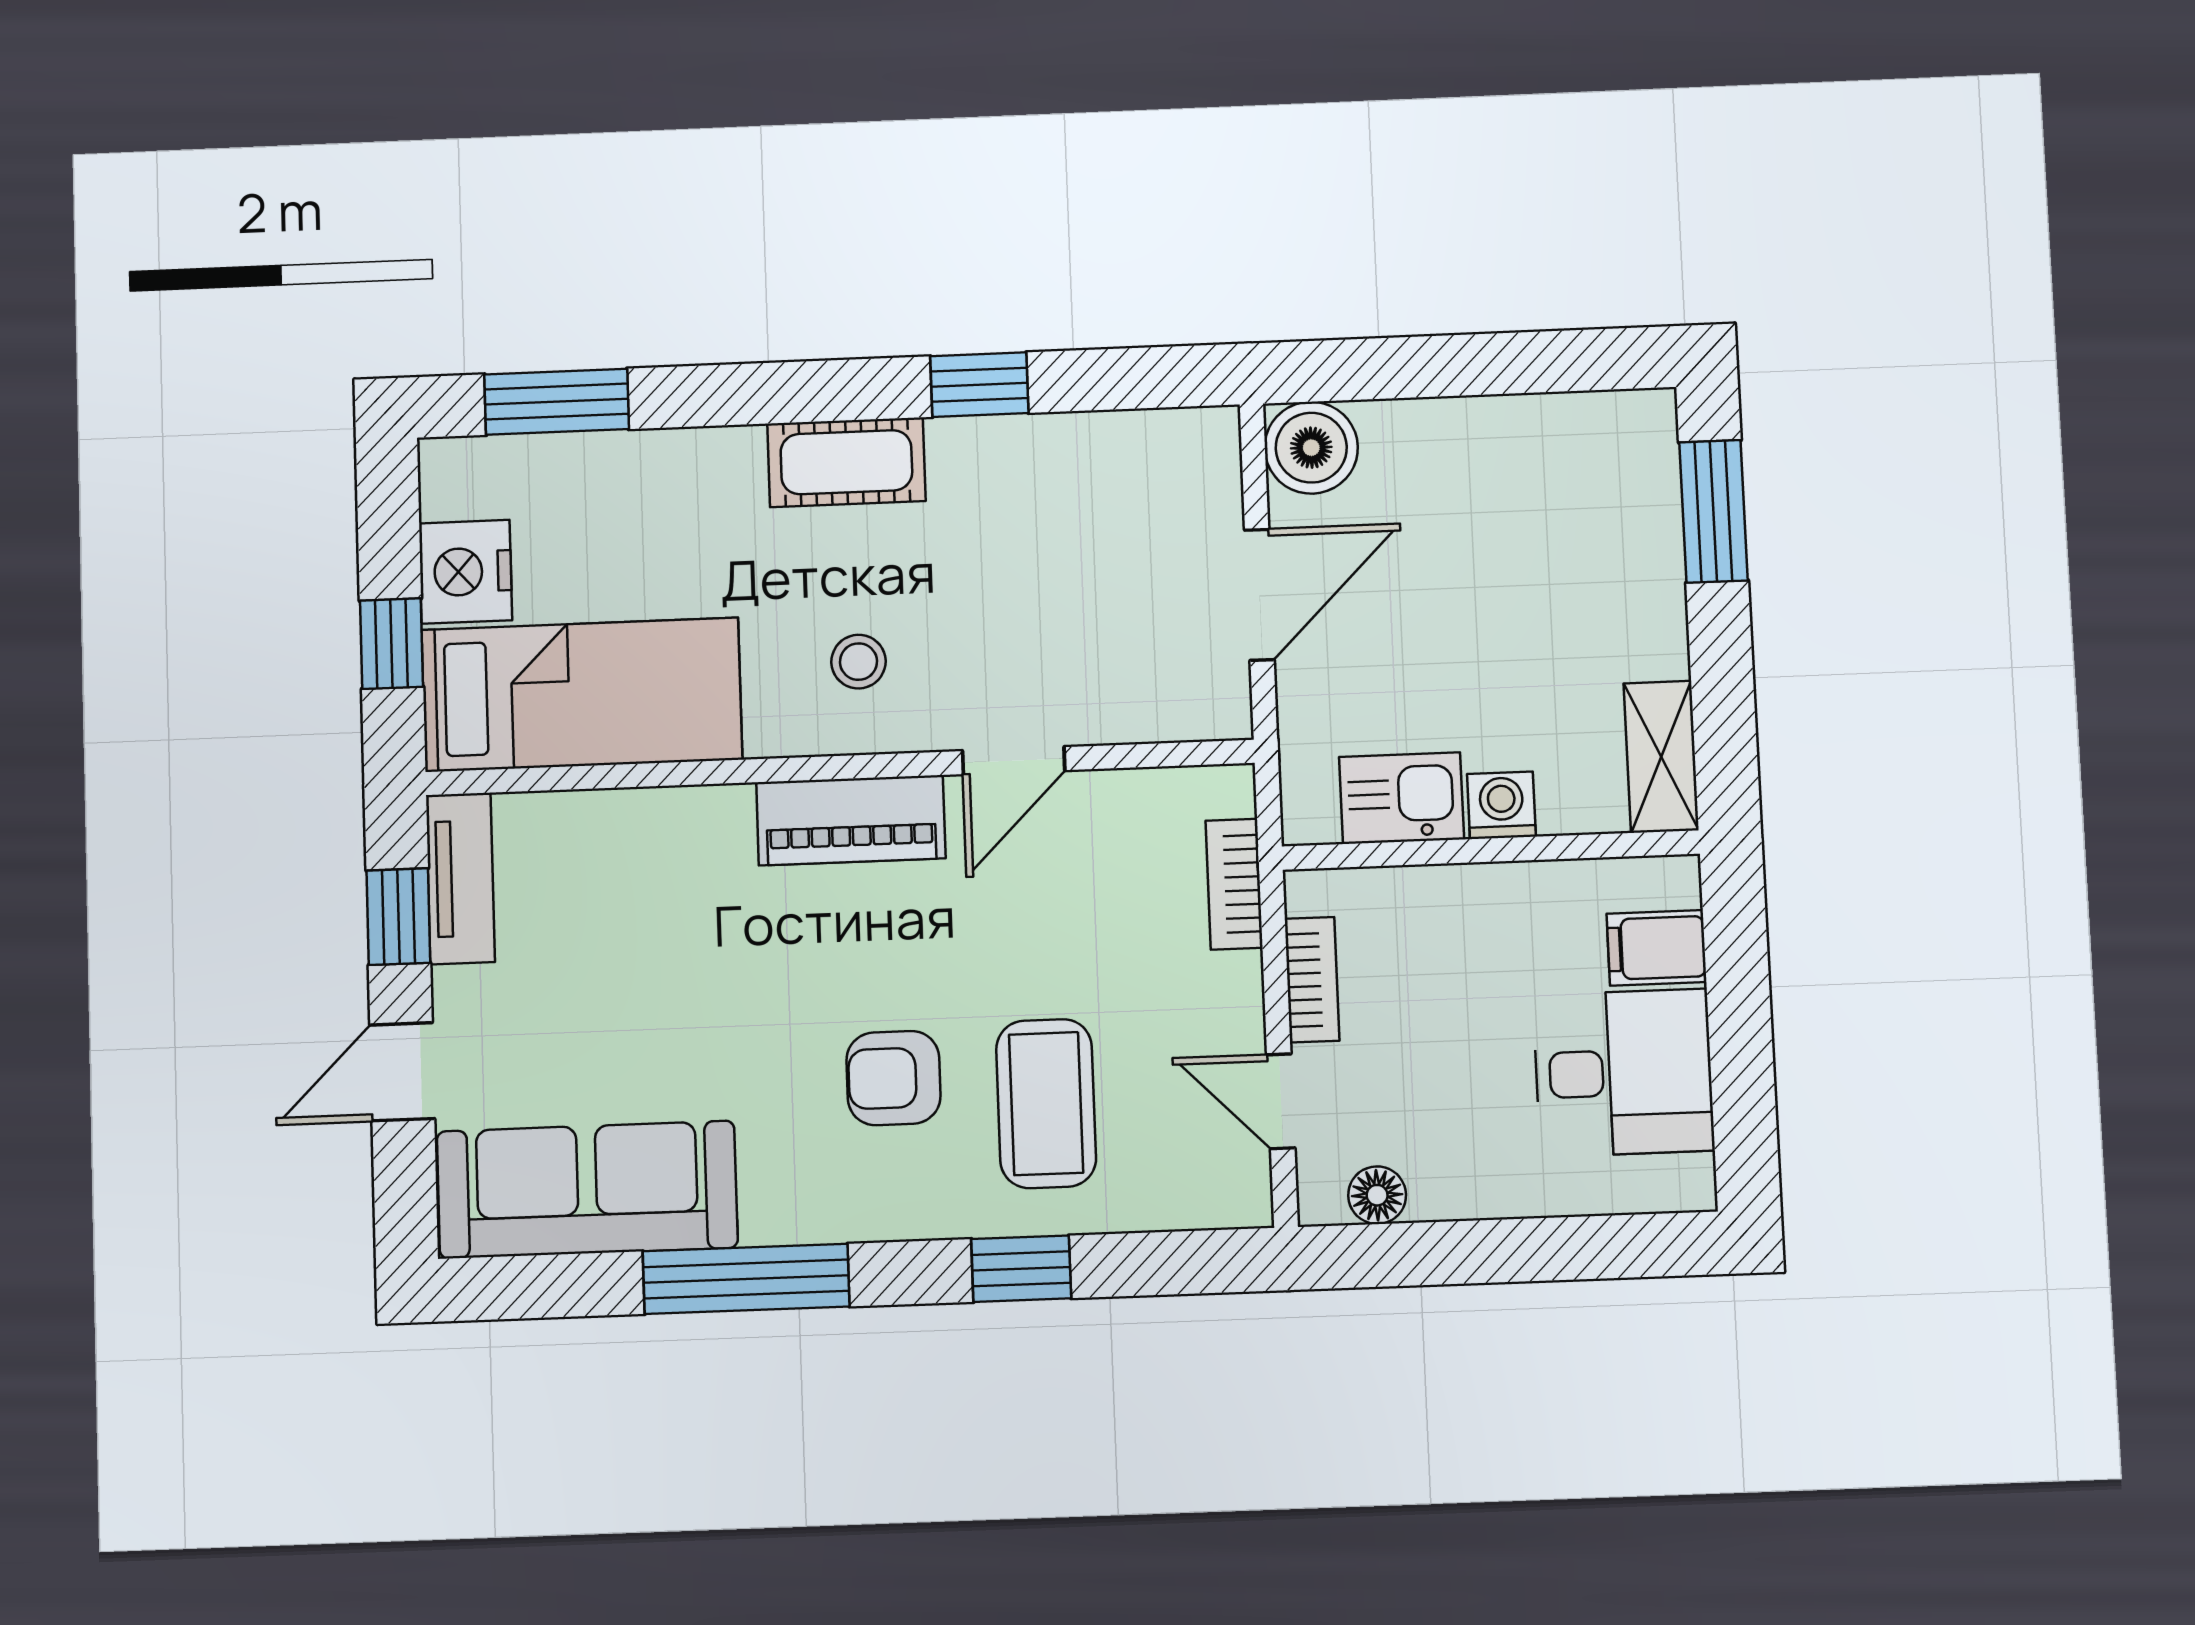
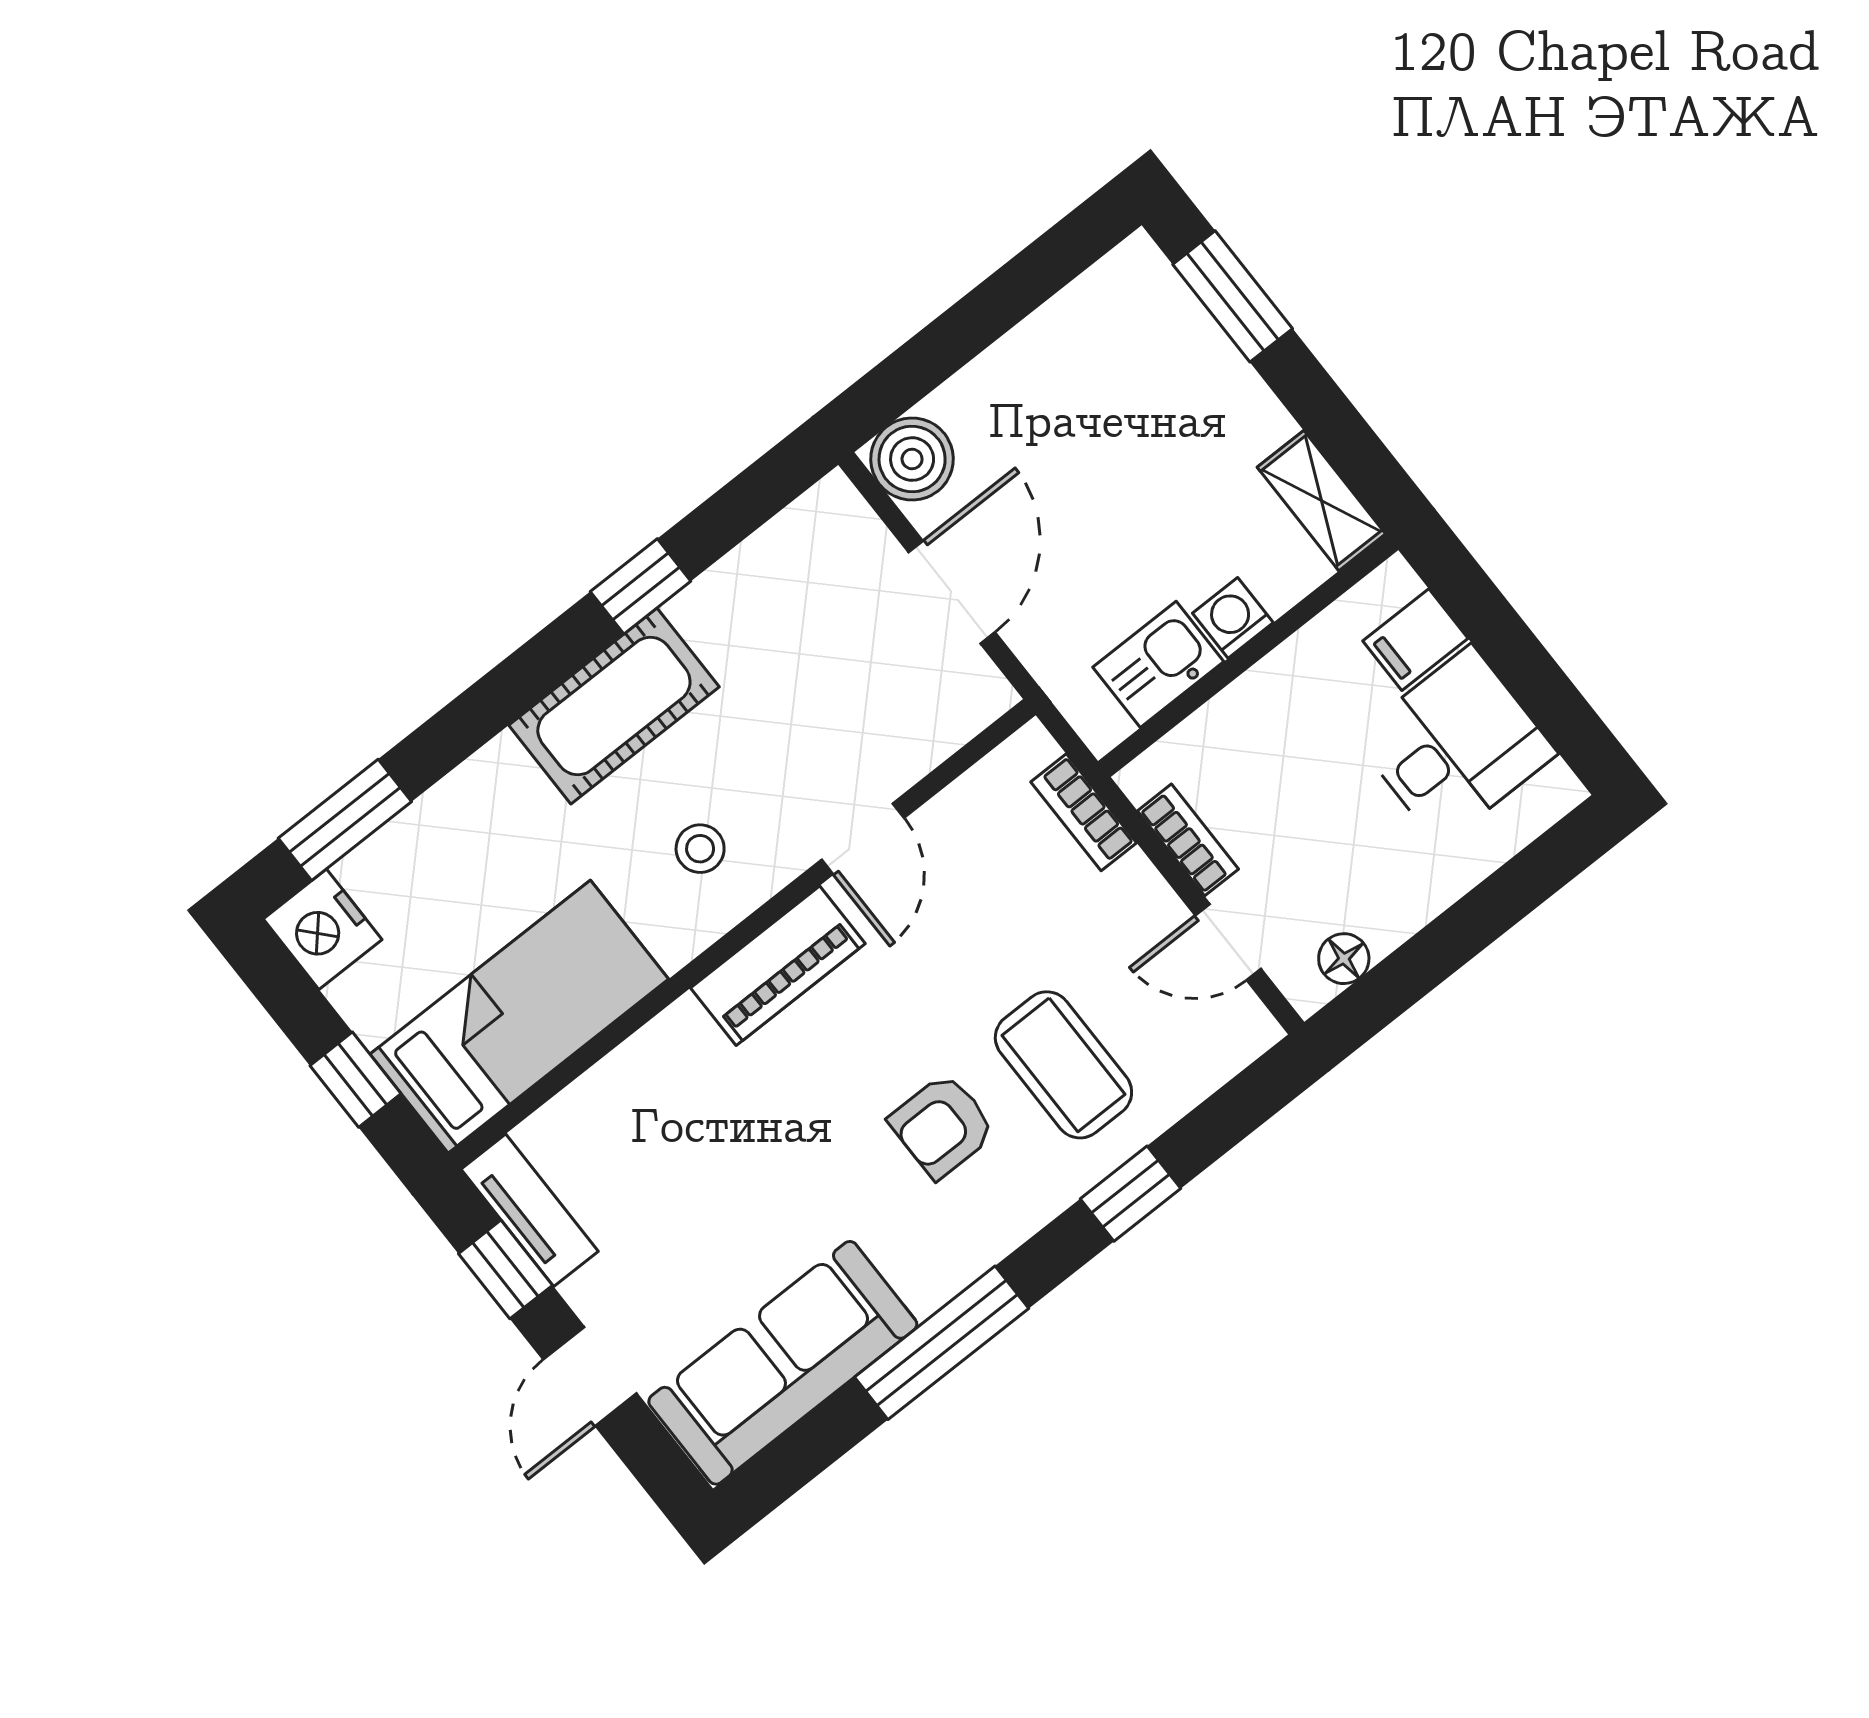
cot: (846, 462) -> (614, 706), width x1.37, depth x1.34
nightstand: (466, 572) -> (323, 929), moved

